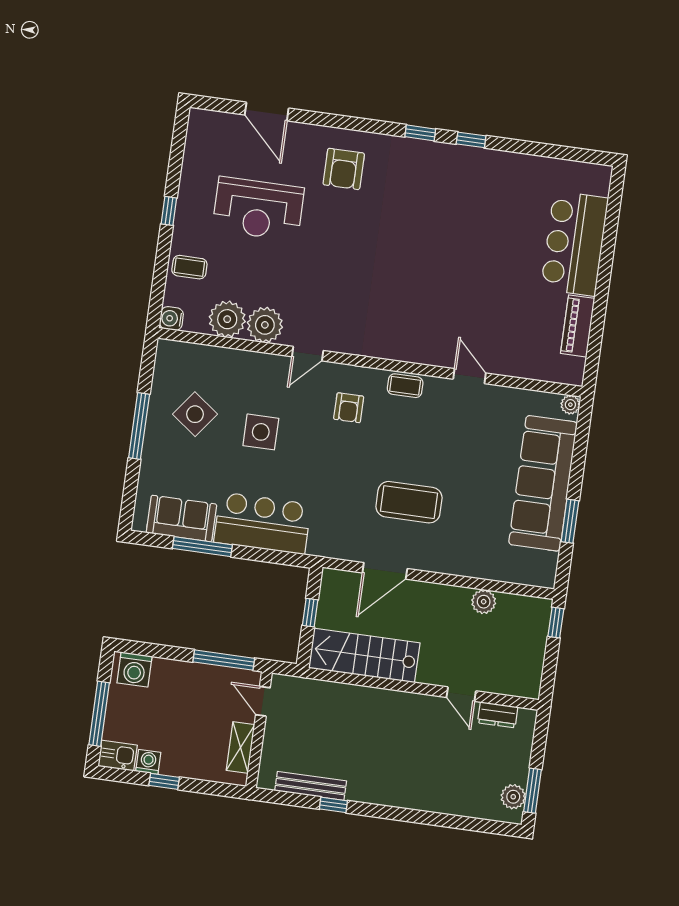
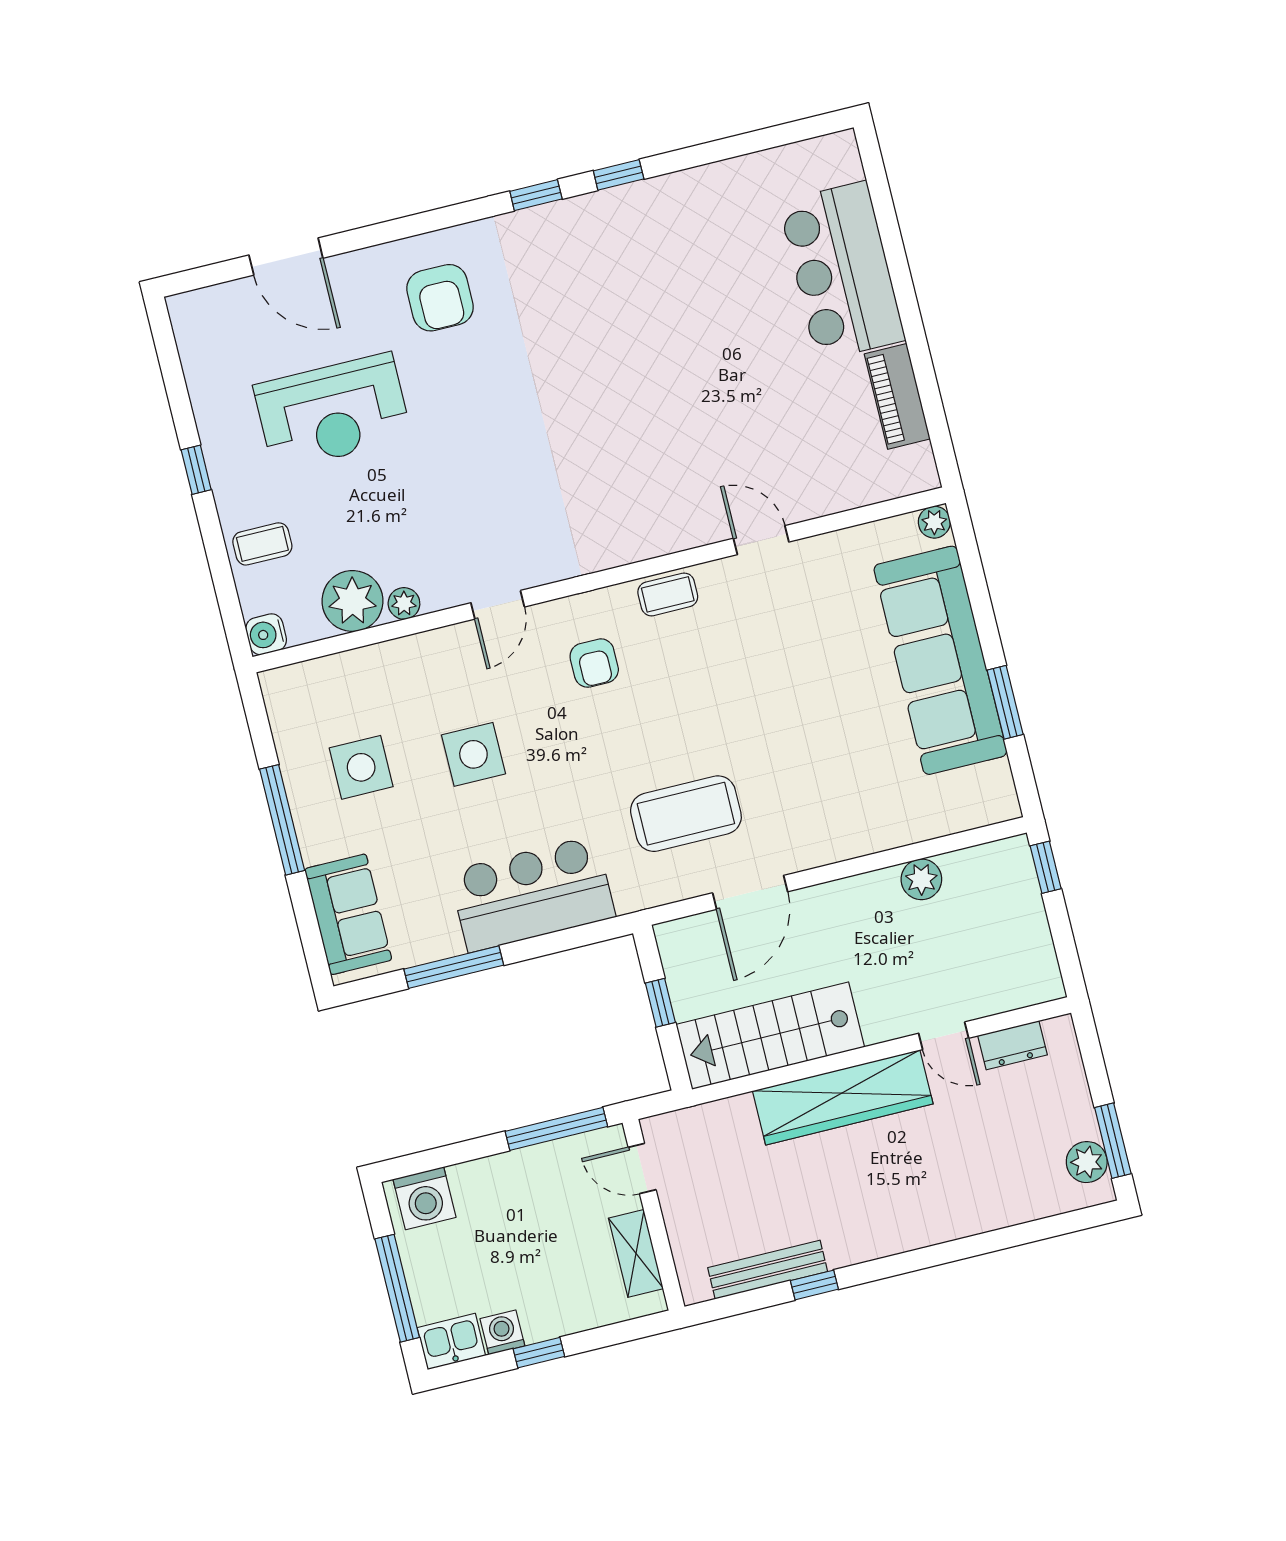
plant: (265, 325) -> (404, 603), width x0.53, depth x0.53
side table: (195, 414) -> (361, 767), turned -37
coffee table: (409, 502) -> (686, 814), moved
sofa: (181, 518) -> (348, 914), moved, turned 90
wardrobe: (391, 706) -> (843, 1097), added

